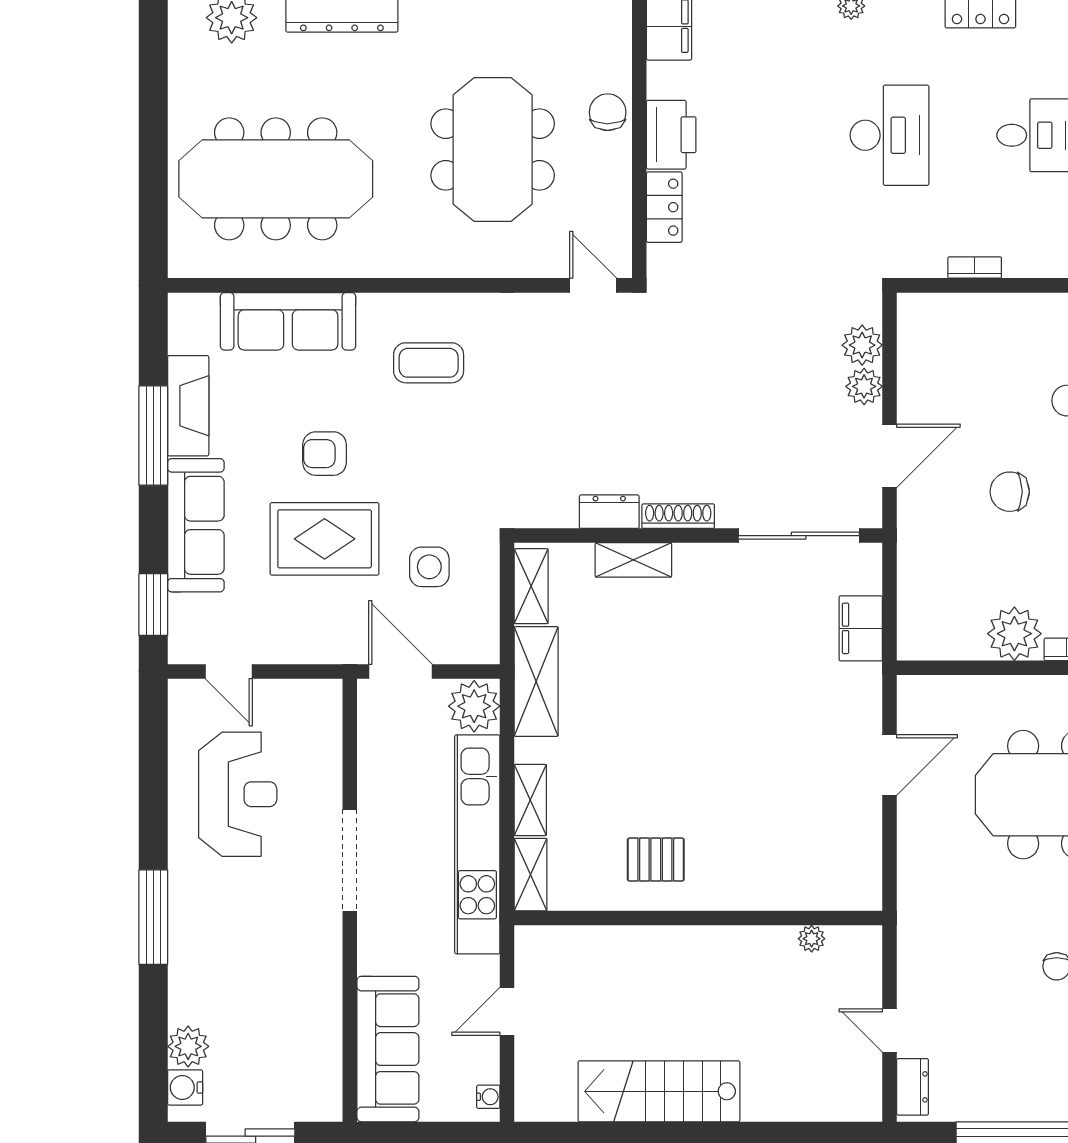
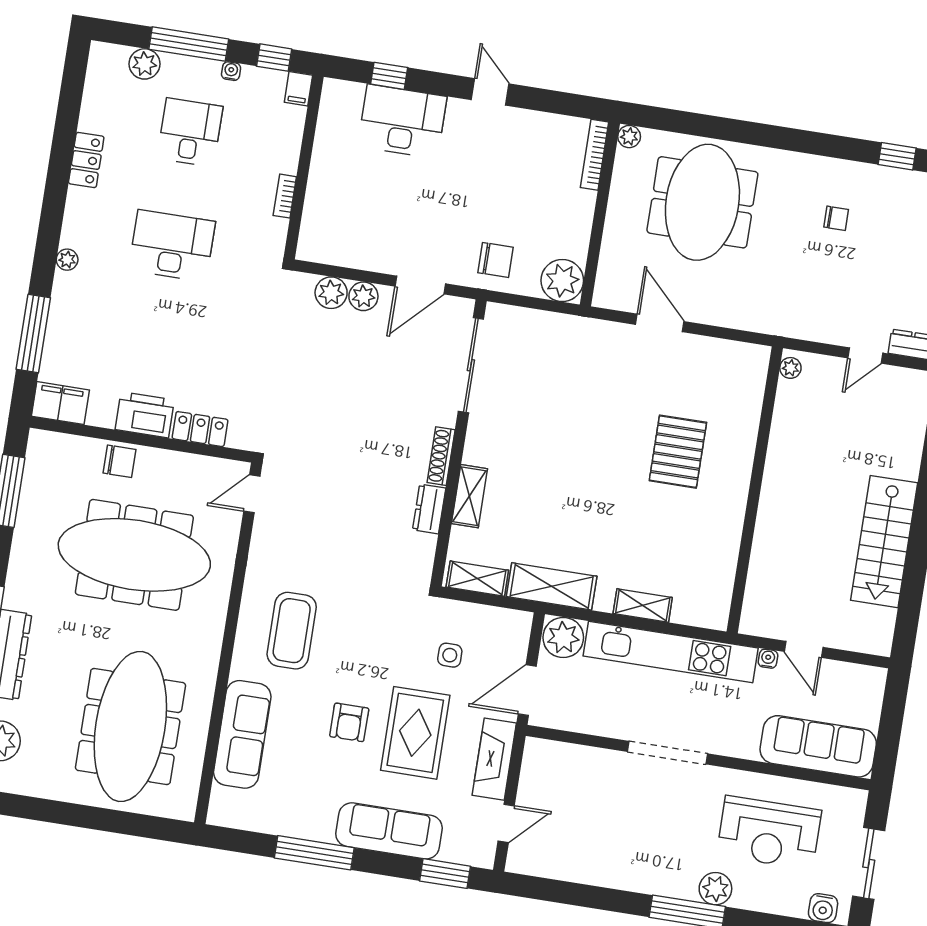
chair: (608, 112) -> (120, 461), turned 180
meeting table: (493, 149) -> (134, 555), width x1.36
coffee table: (429, 363) -> (292, 631), width x1.36, depth x1.32
fireplace: (188, 406) -> (494, 759), moved, turned -90
door: (890, 456) -> (420, 285), swing flipped
chair: (1010, 492) -> (496, 260), moved, turned -90
side table: (429, 567) -> (450, 655), width x0.73, depth x0.73
filing cabinet: (861, 628) -> (550, 329), removed
plant: (1014, 634) -> (562, 280), moved
reception desk: (238, 794) -> (769, 833), moved, turned 180
pallet: (656, 860) -> (678, 452), moved, width x1.50, depth x1.42
shelving: (531, 875) -> (701, 614), removed
plant: (812, 939) -> (790, 368), moved
plant: (188, 1046) -> (715, 889), moved
water cooler: (488, 1097) -> (768, 659), moved

